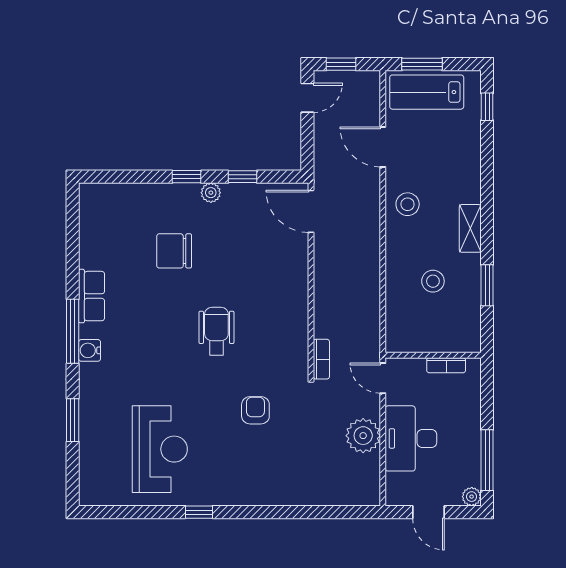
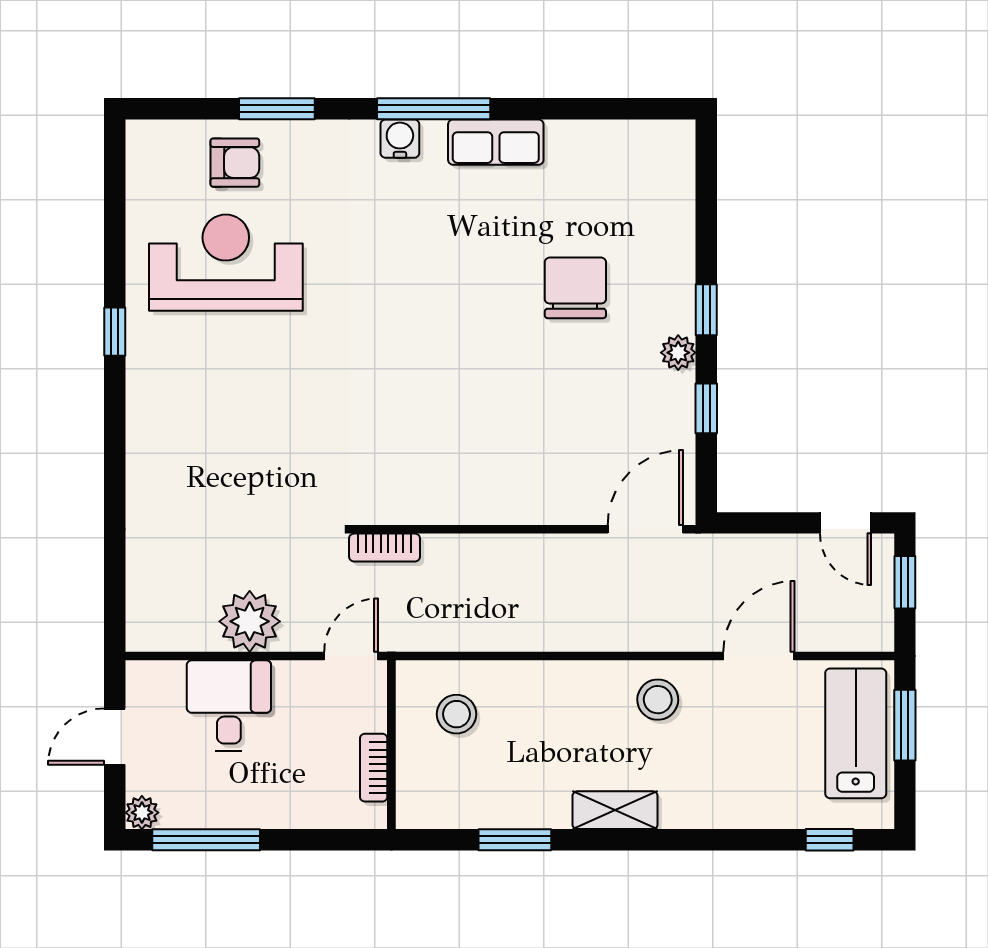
stool: (433, 281) -> (456, 714), moved
wheelchair: (216, 331) -> (434, 363), removed
armchair: (255, 410) -> (235, 163), moved
desk: (411, 438) -> (229, 706), width x0.73
reception desk: (160, 449) -> (226, 263), turned 180

